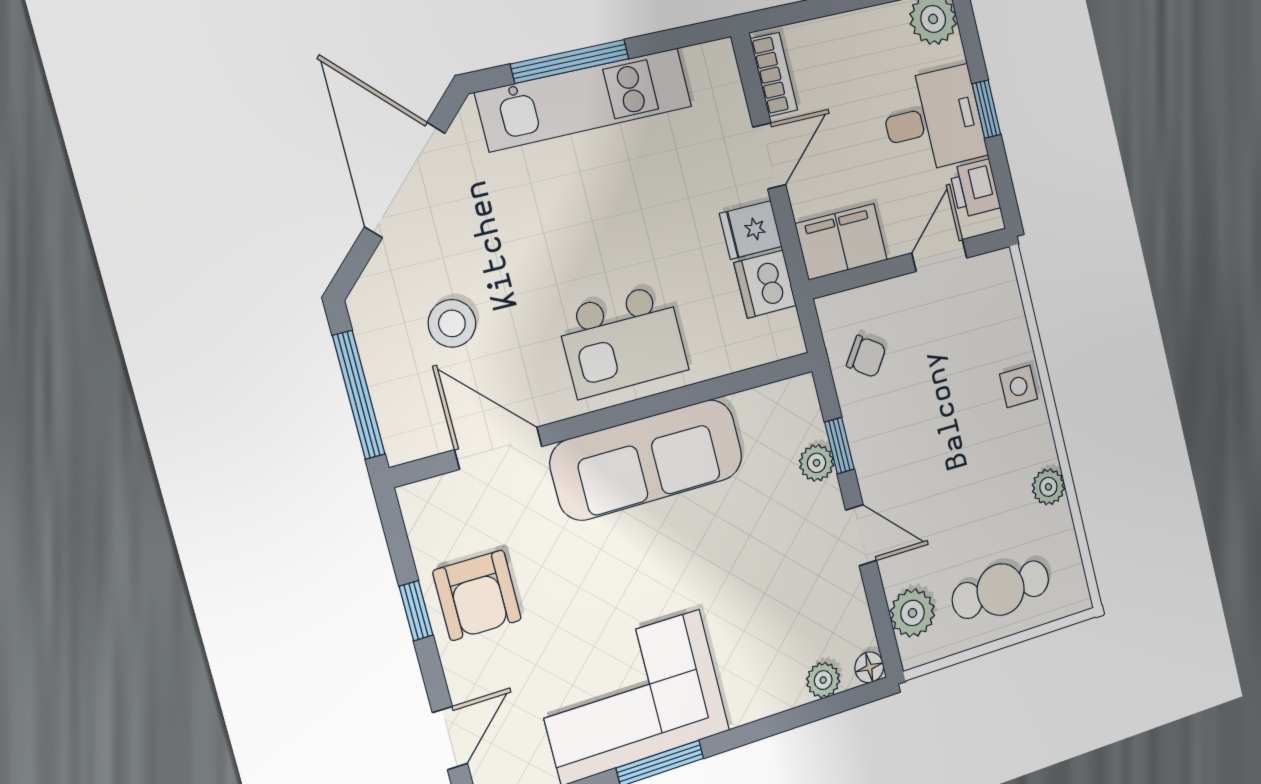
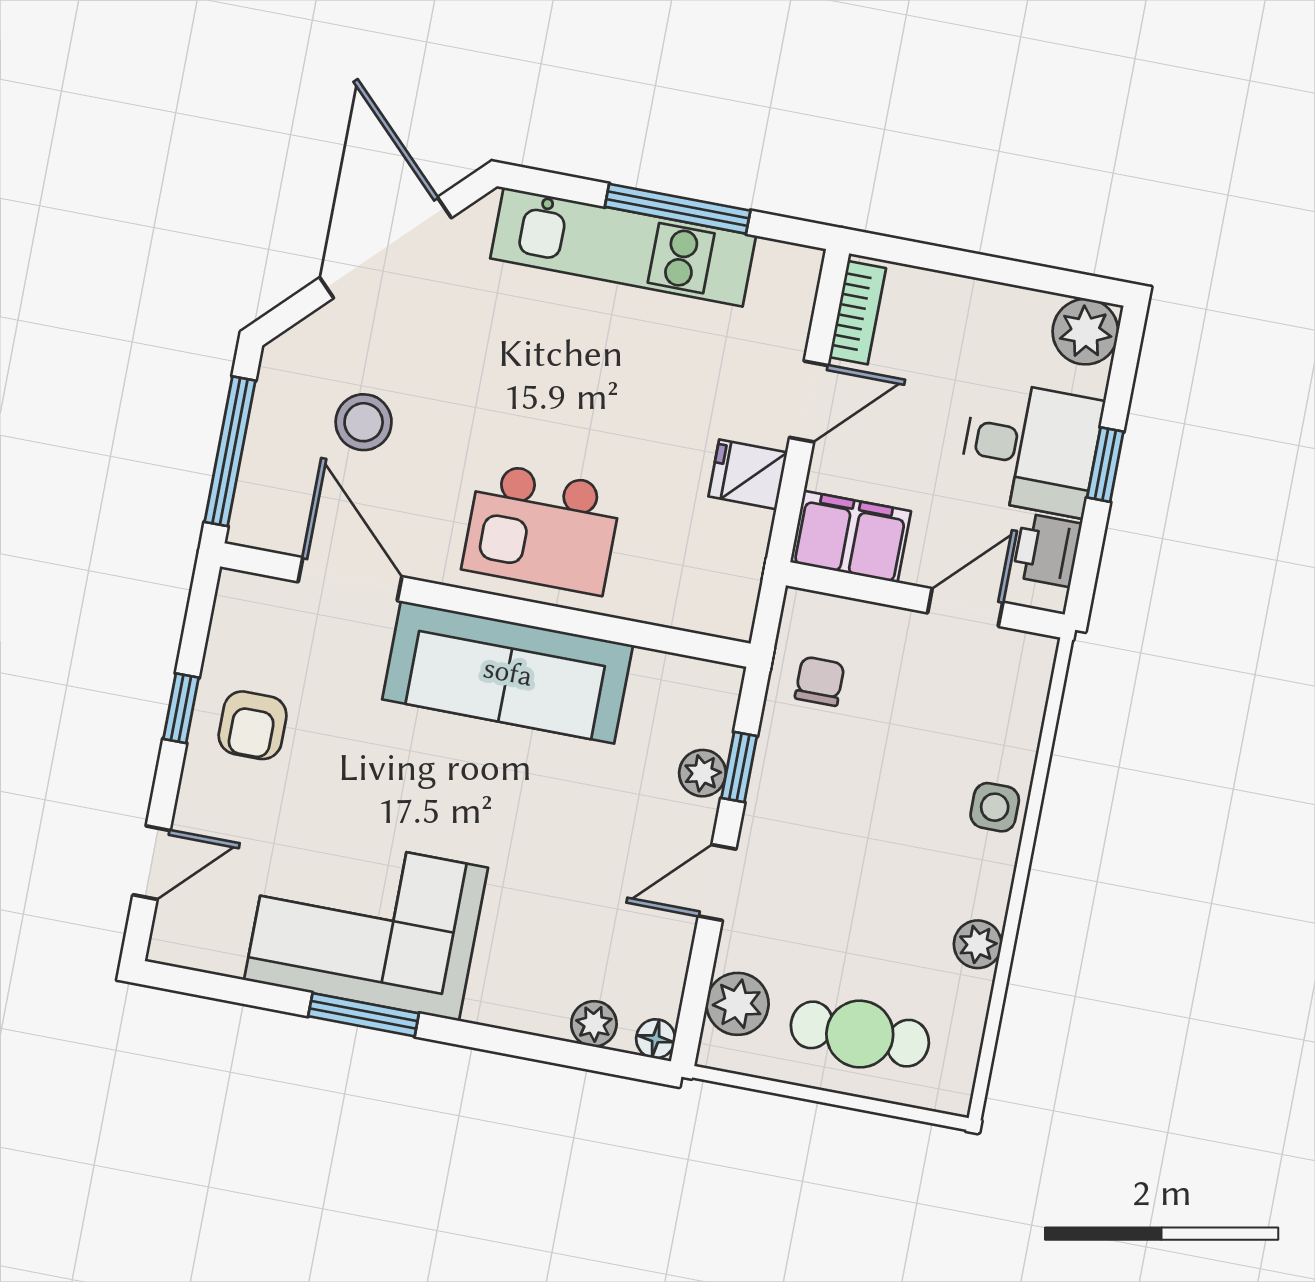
window: (570, 61) -> (678, 209), moved
dishwasher: (765, 284) -> (736, 543), removed
chair: (866, 356) -> (820, 681), turned -125
door: (861, 535) -> (717, 882), swing flipped
armchair: (477, 595) -> (253, 725), width x0.72, depth x0.72

